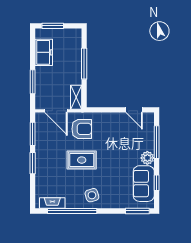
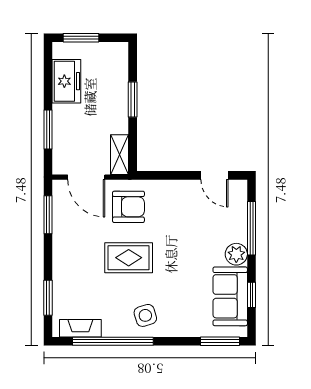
window: (84, 64) -> (133, 100), width x0.69
window: (33, 163) -> (48, 298), moved

